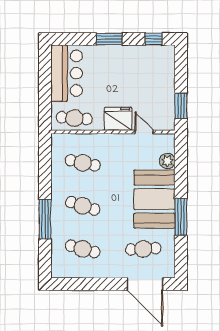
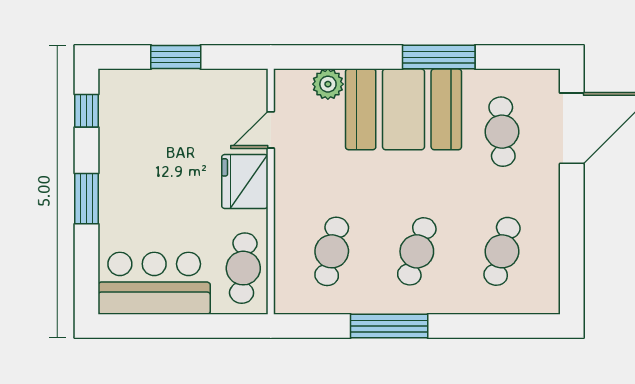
window: (181, 106) -> (176, 57), moved
window: (45, 219) -> (389, 326), moved

